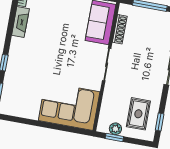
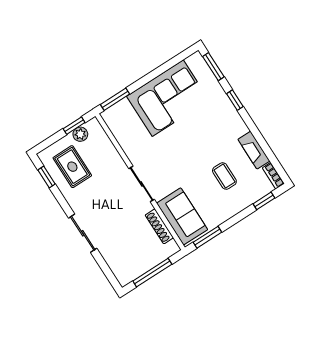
coffee table: (53, 23) -> (224, 176), added
corner sofa: (69, 106) -> (168, 98), moved
window: (75, 130) -> (115, 99), added

